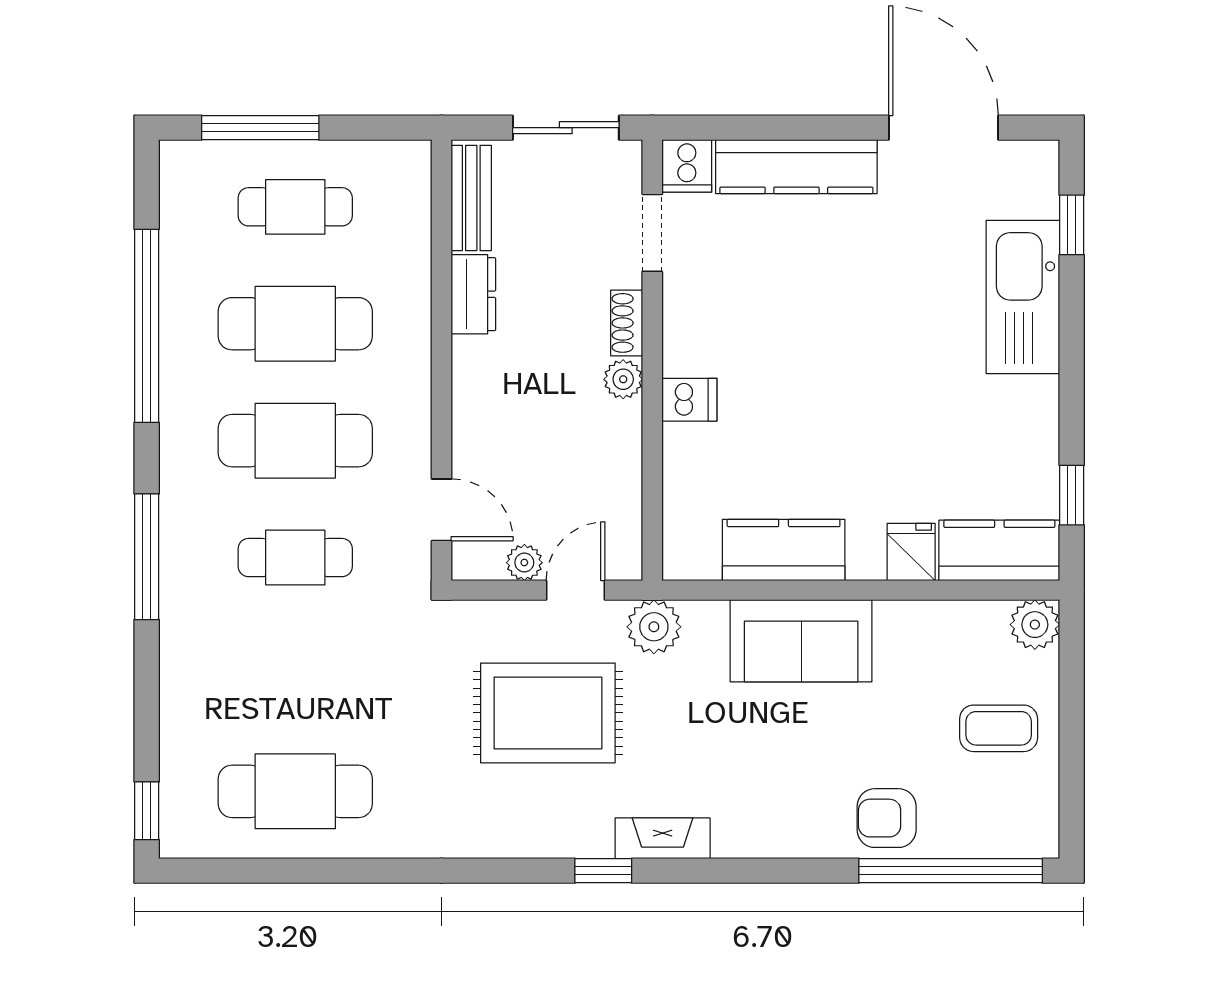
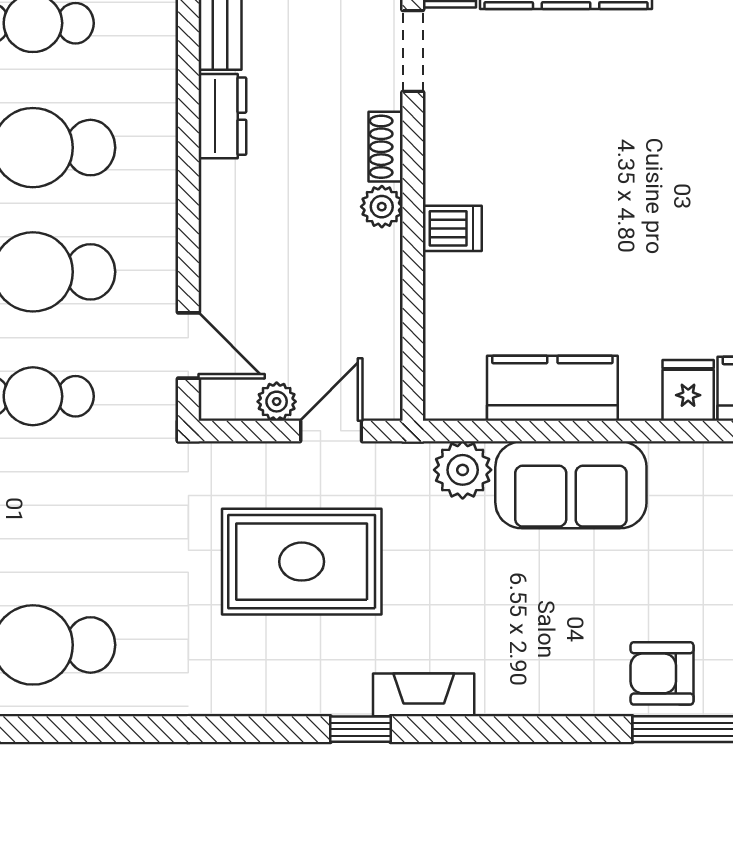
plant: (654, 627) -> (463, 470), moved

